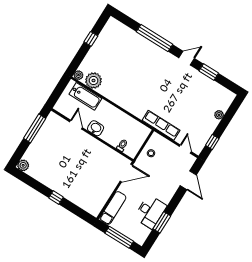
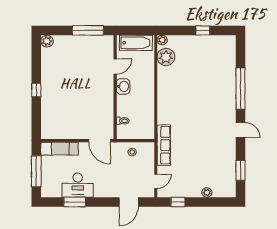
window: (209, 72) -> (240, 170), moved
bathtub: (85, 96) -> (136, 43), moved, turned -90

